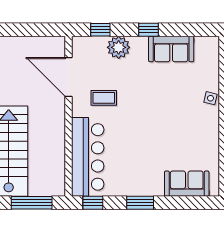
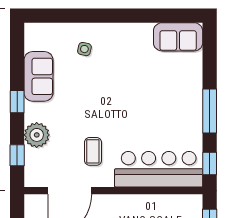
side table: (210, 98) -> (84, 49), moved
sofa: (187, 184) -> (178, 37), moved, turned -90
window: (140, 203) -> (210, 111), width x1.44

